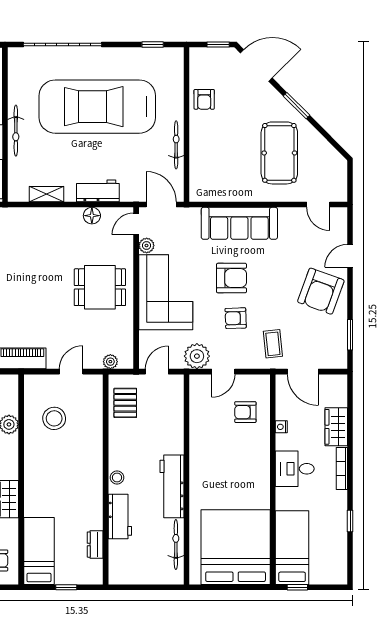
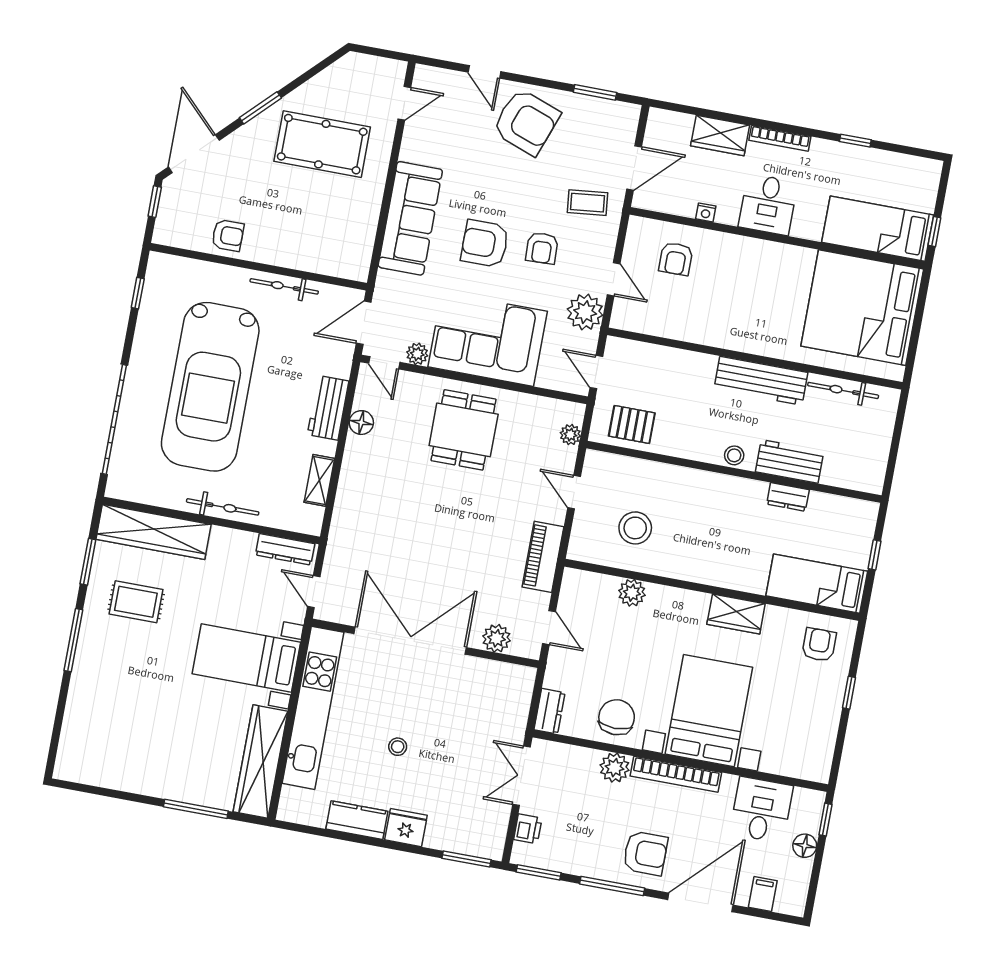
armchair: (231, 278) -> (485, 244), turned -90
dresser: (95, 545) -> (788, 497), moved

